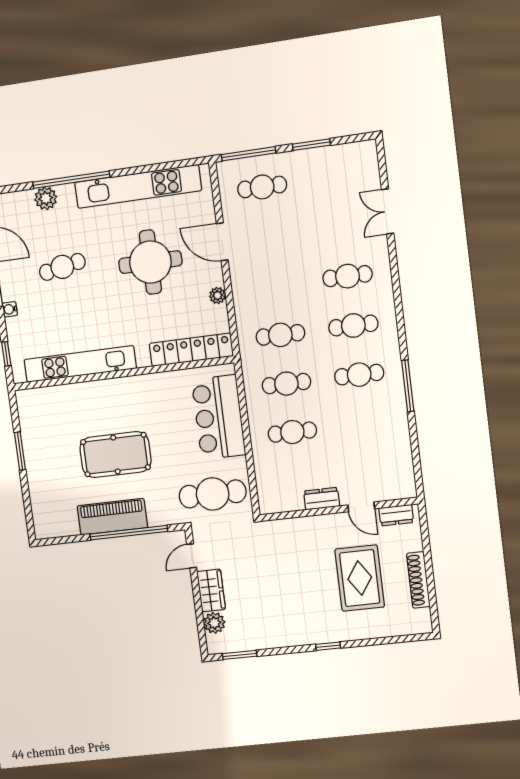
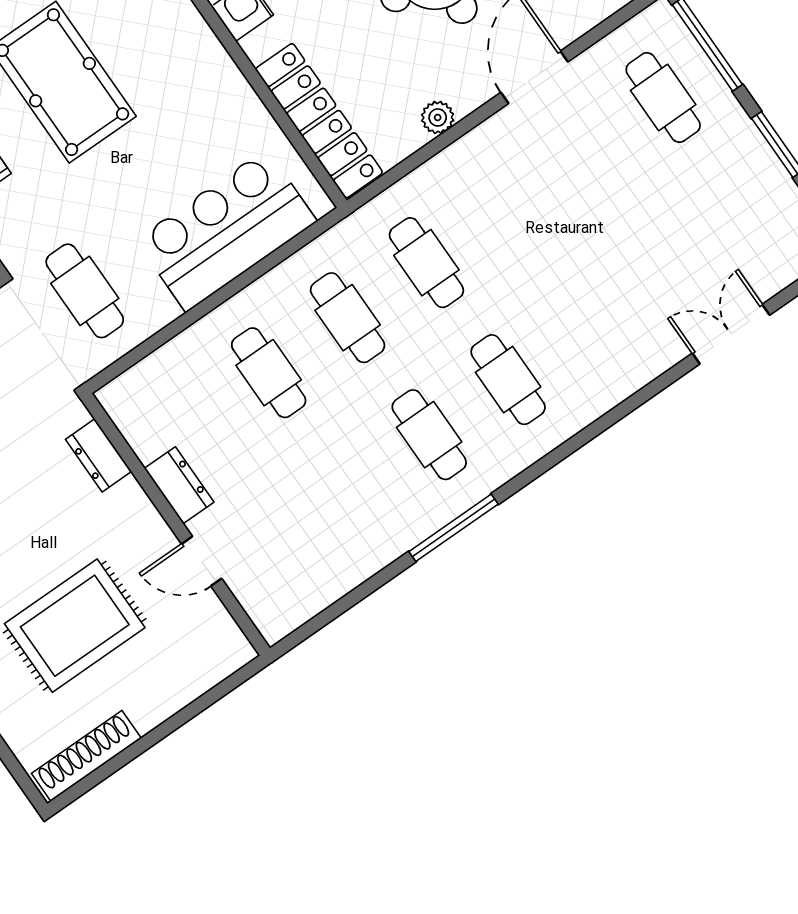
cafe table: (347, 276) -> (587, 325), removed
cafe table: (213, 494) -> (85, 291), width x0.73, depth x0.74
door: (361, 507) -> (202, 561), hinge flipped
dresser: (396, 515) -> (99, 455), moved
shoe rack: (418, 580) -> (86, 756), moved

